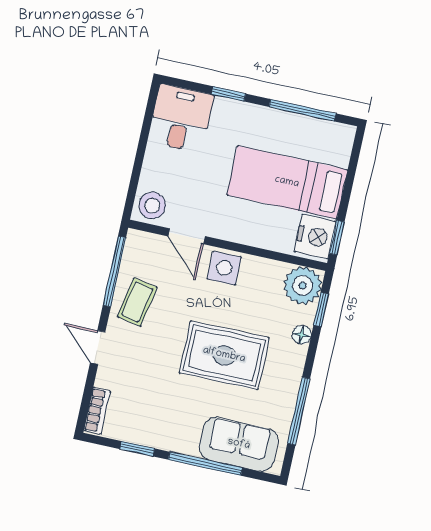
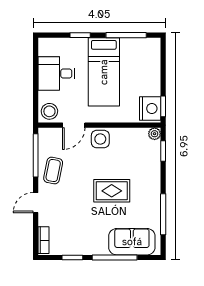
desk: (181, 118) -> (56, 74), moved, turned -90
bed: (287, 182) -> (104, 72), moved, turned -90
door: (186, 236) -> (74, 125), hinge flipped
plant: (303, 286) -> (155, 134), width x0.53, depth x0.53
floor lamp: (302, 335) -> (155, 168), removed
door: (98, 347) -> (36, 203), hinge flipped
rug: (224, 355) -> (112, 191), width x0.73, depth x0.70

